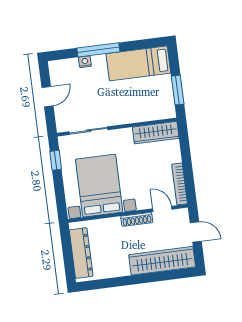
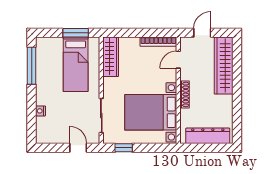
window: (98, 50) -> (32, 66), moved
bed: (138, 63) -> (76, 64), moved
door: (47, 97) -> (78, 148), moved
shoe rack: (137, 219) -> (185, 94), moved

